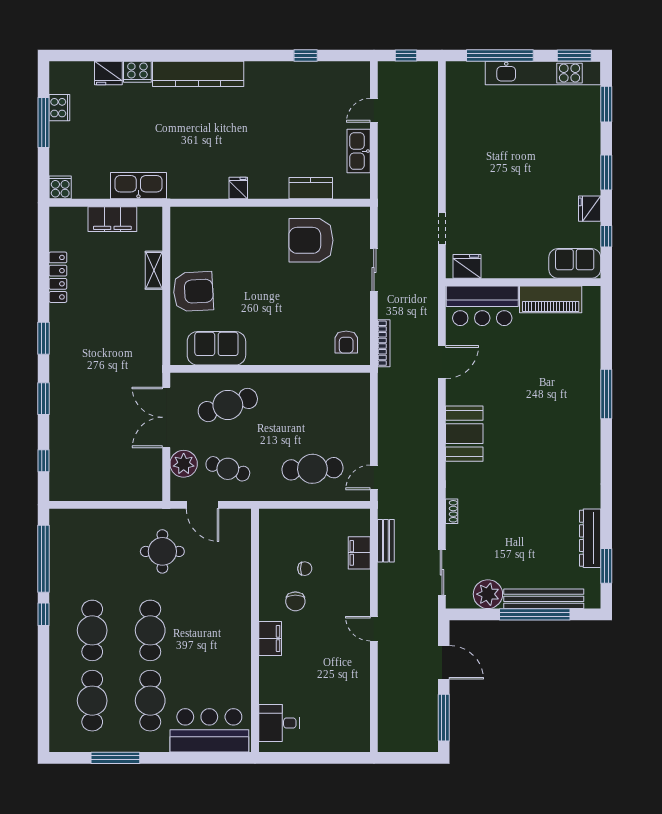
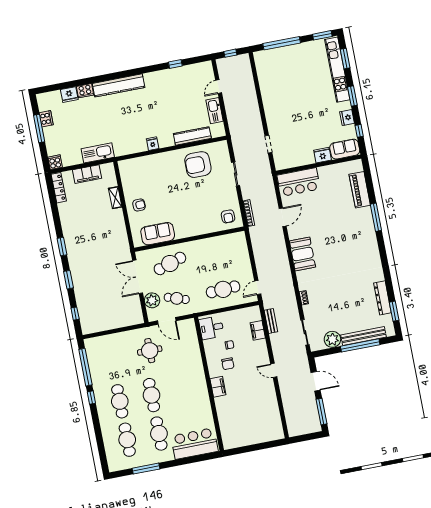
kitchen unit: (543, 73) -> (337, 70), moved, turned 90
kitchen counter: (311, 188) -> (192, 136), width x1.50
fridge: (467, 266) -> (323, 155), moved
locker: (58, 277) -> (59, 188), moved
armchair: (193, 291) -> (139, 205), width x0.53, depth x0.53
piano: (551, 299) -> (360, 190), moved, turned 90
desk: (279, 723) -> (211, 328), moved

